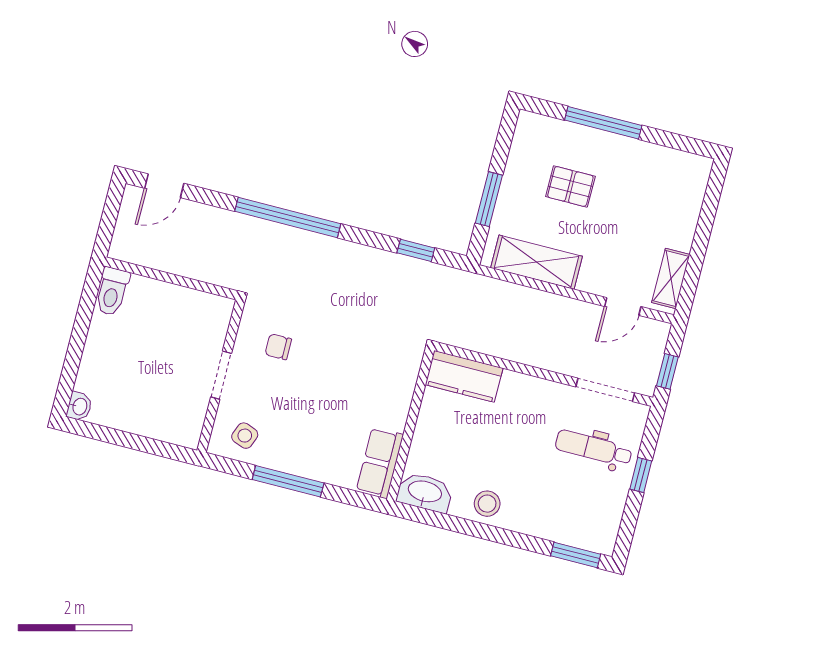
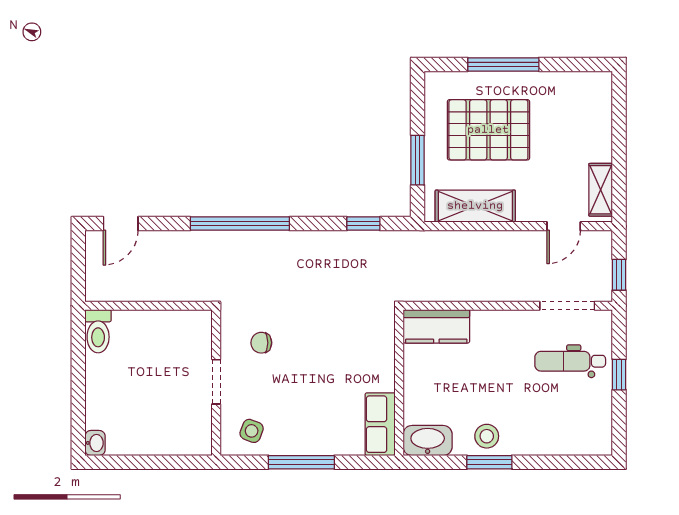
pallet: (570, 186) -> (488, 130), width x2.05, depth x2.00
window: (576, 555) -> (489, 462), moved

